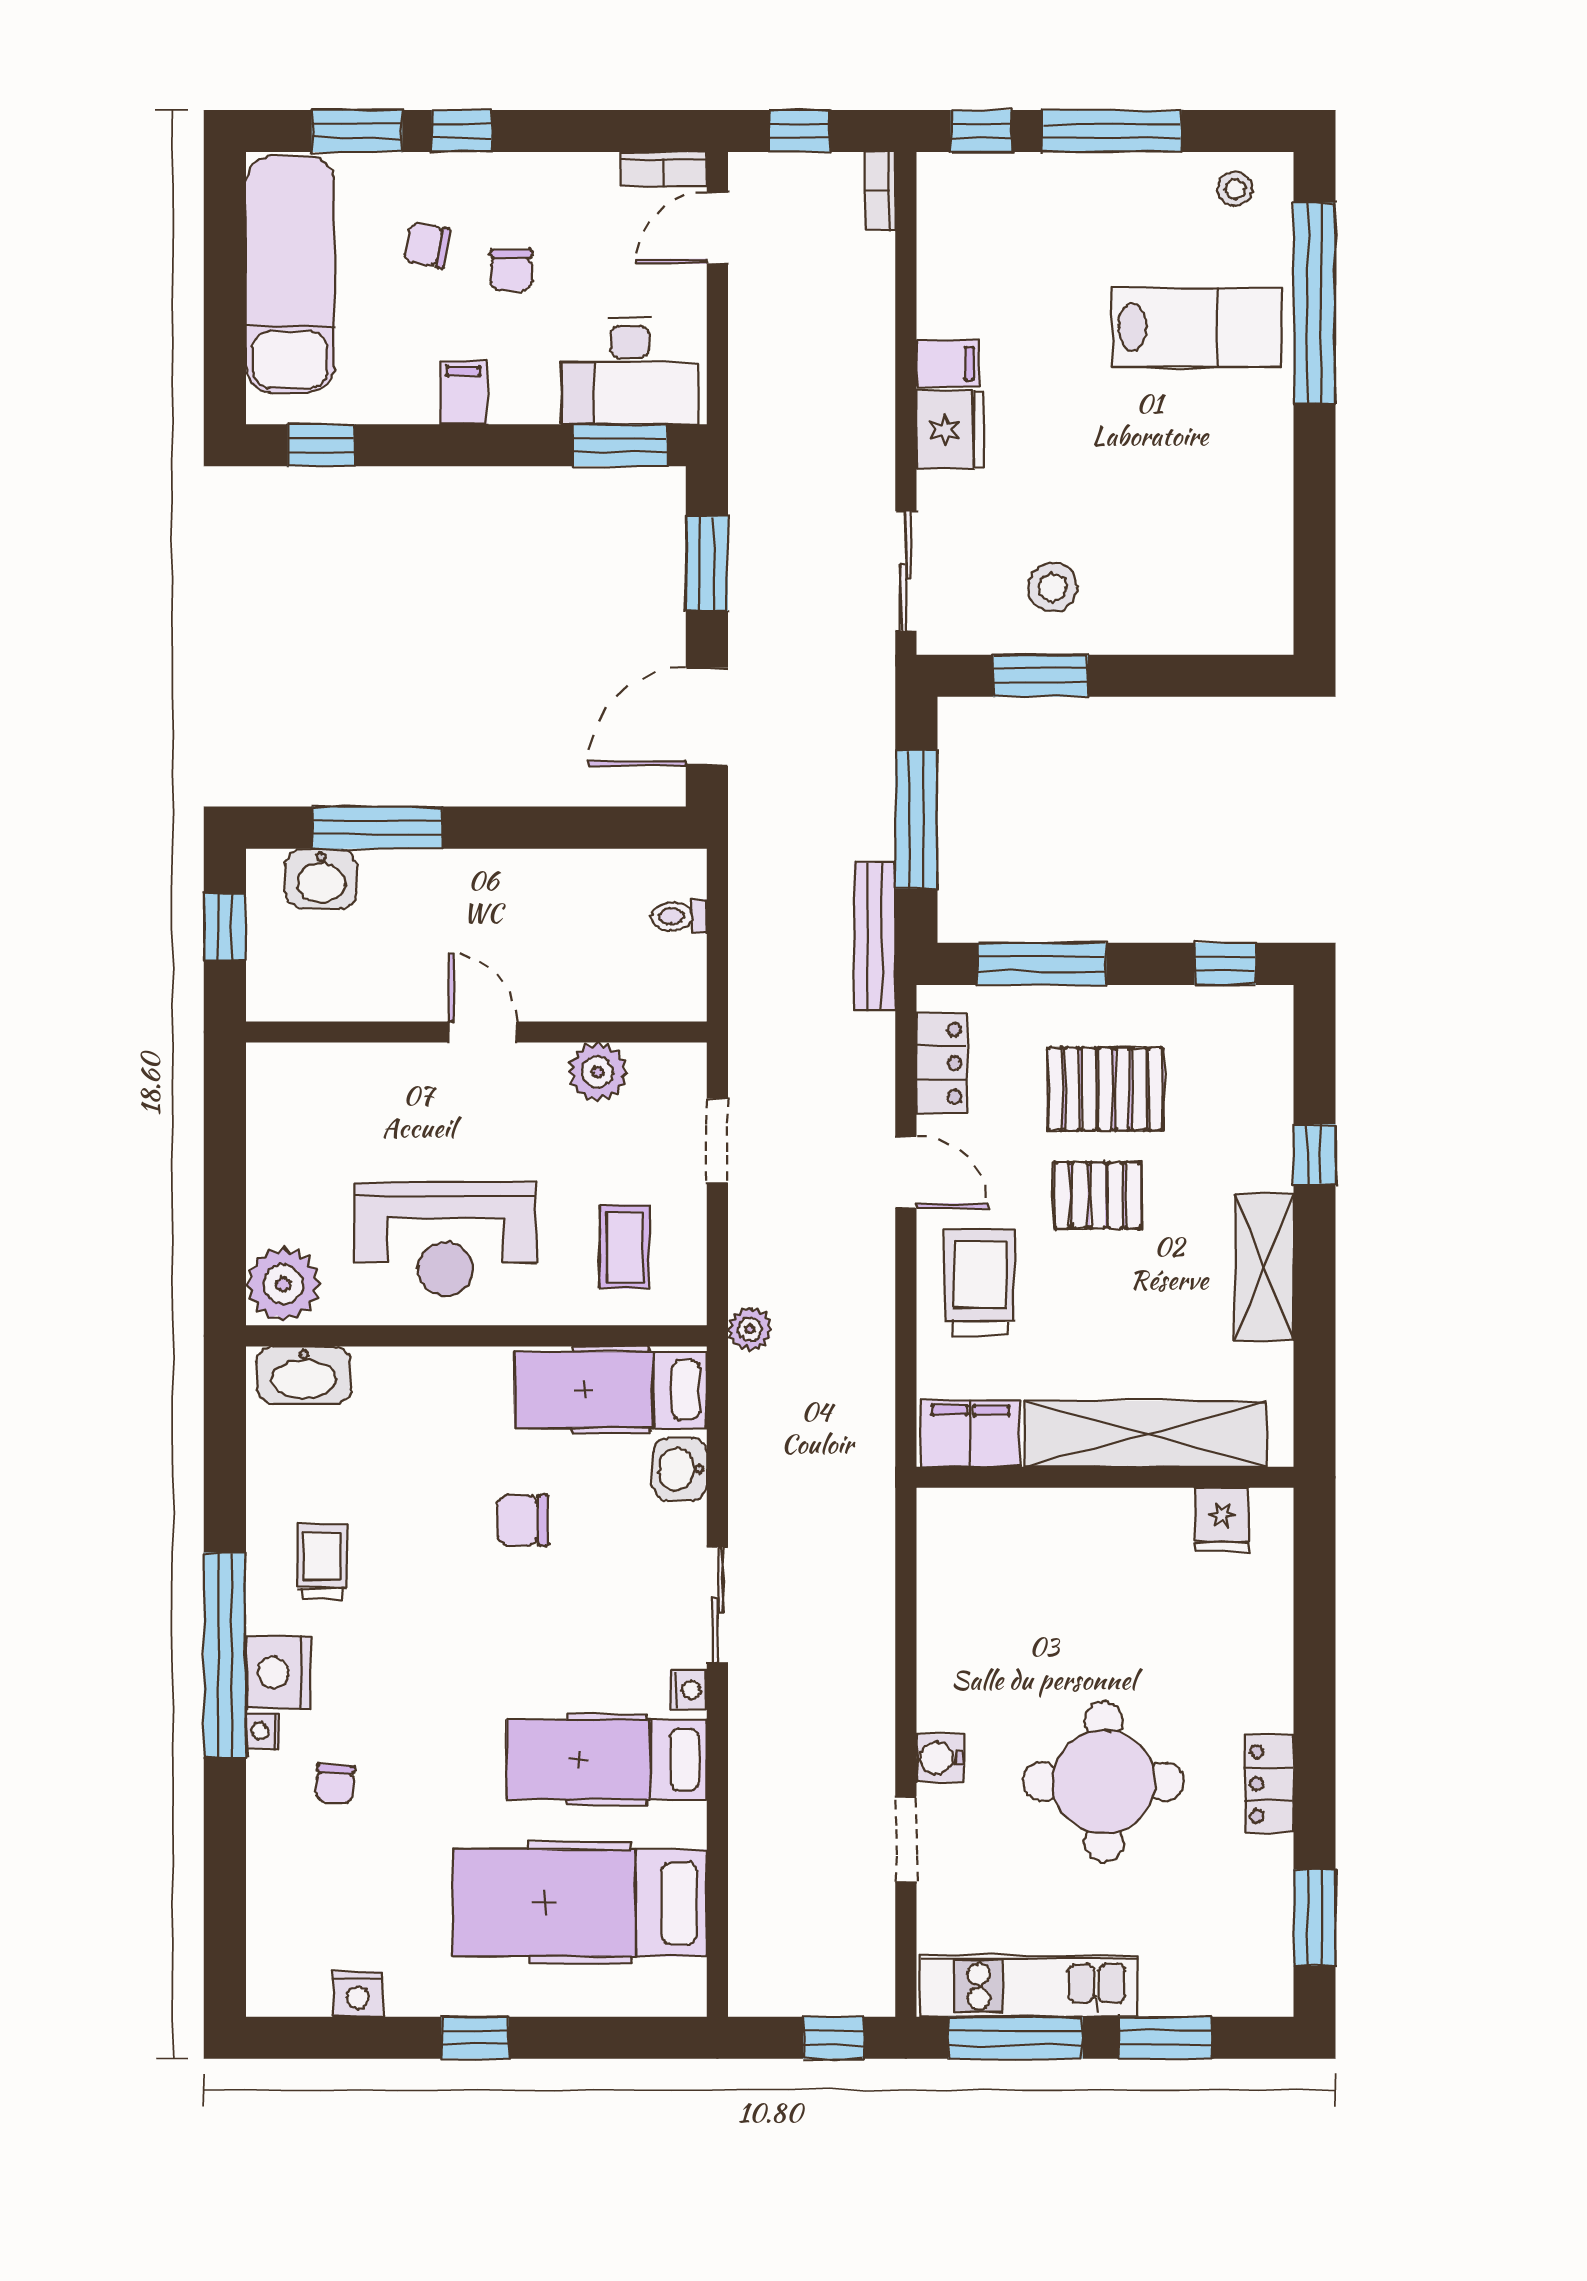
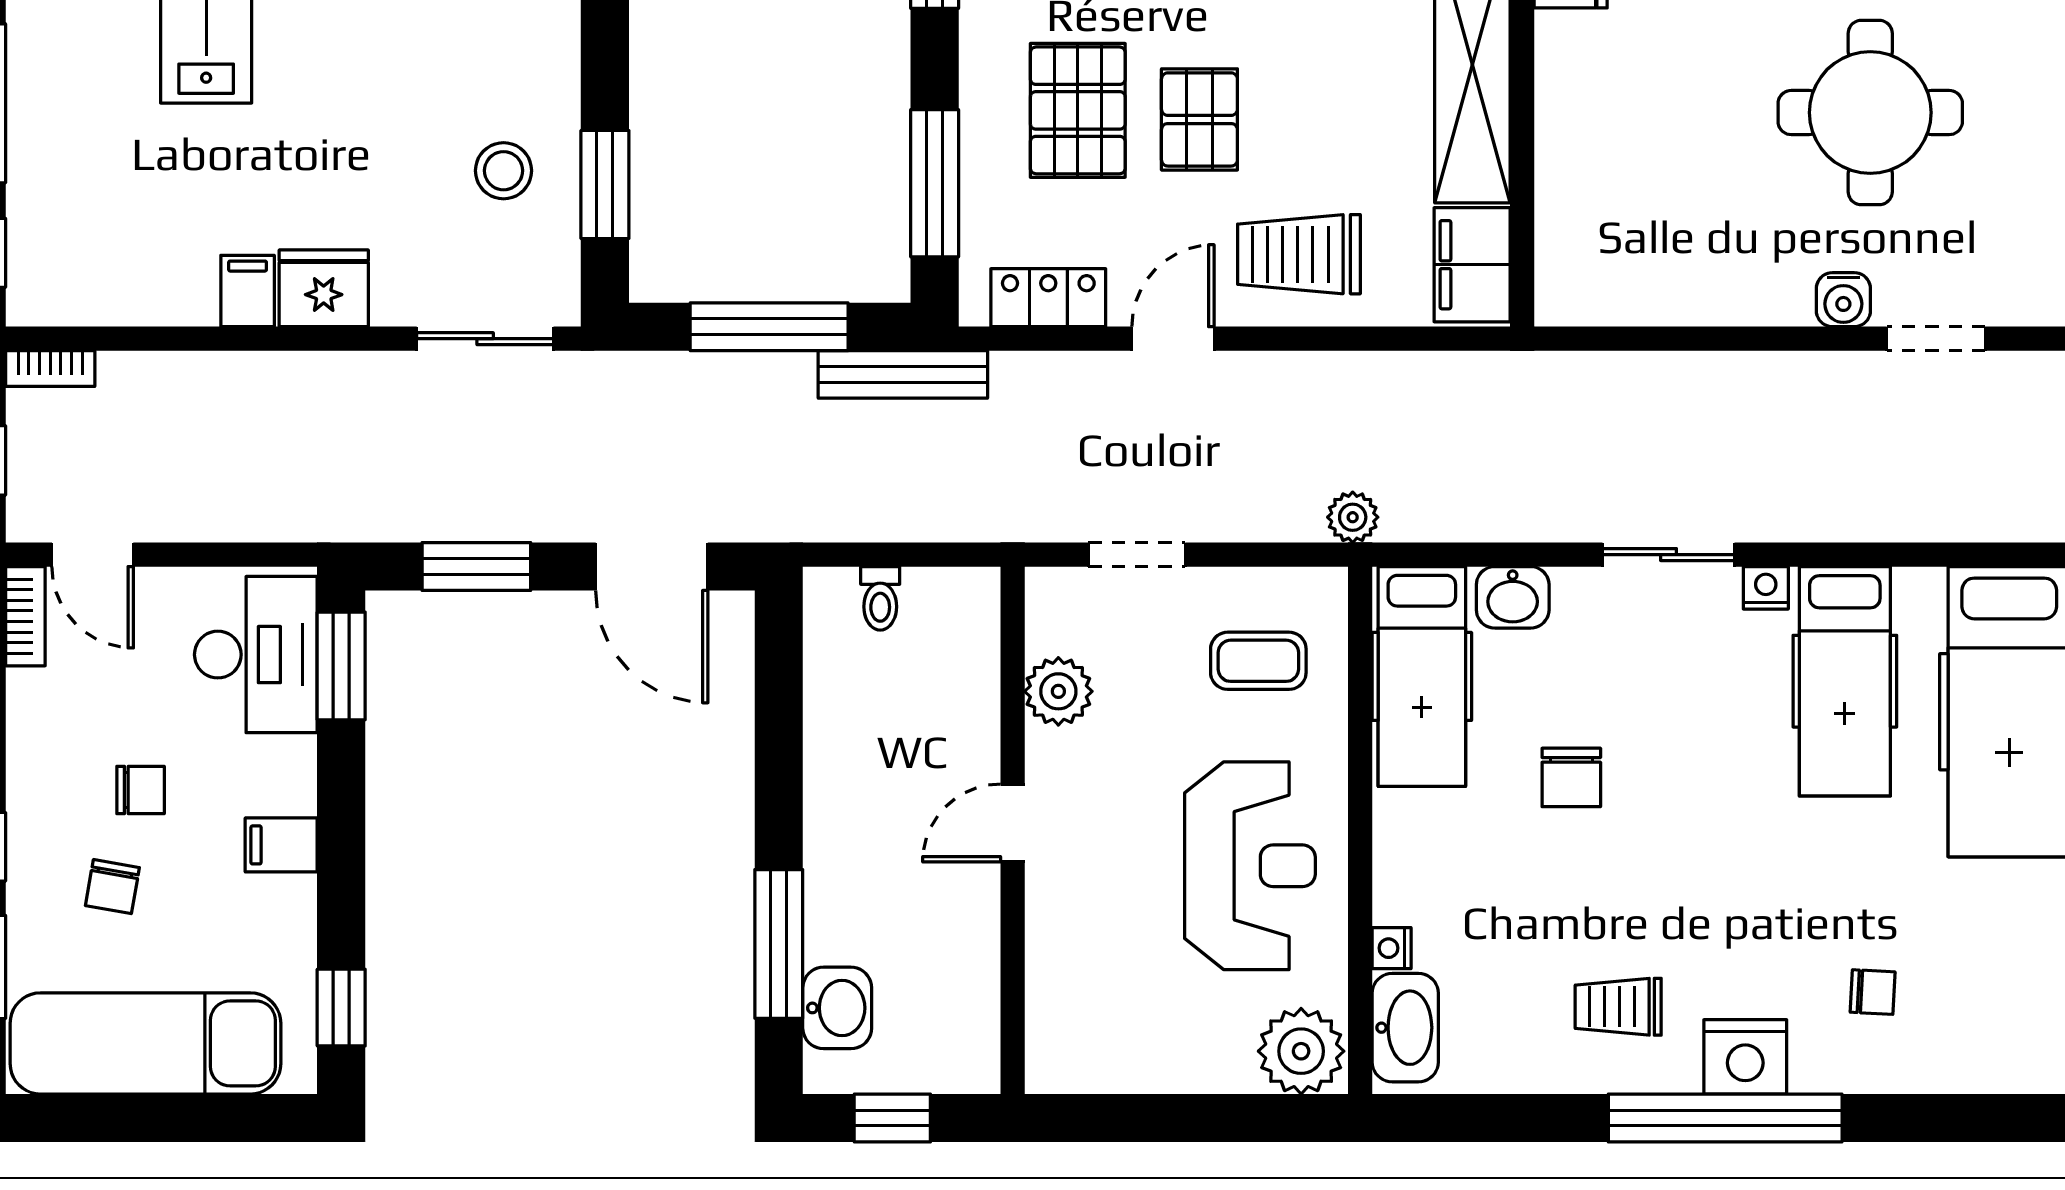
nightstand: (263, 1731) -> (1392, 948), moved, turned 90

